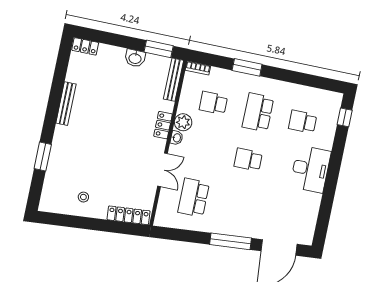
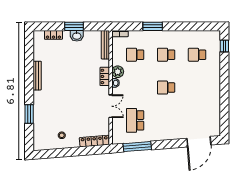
locker: (85, 46) -> (53, 35), moved
window: (159, 49) -> (74, 26), moved
school desk: (258, 112) -> (166, 55), width x0.54
desk: (310, 169) -> (209, 85), removed
window: (231, 241) -> (137, 147), moved

